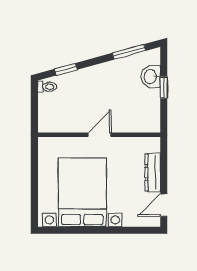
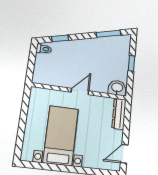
washbasin: (151, 77) -> (117, 88), moved, turned 90
dresser: (153, 172) -> (119, 114), moved
bed with nightstands: (82, 192) -> (61, 136), width x0.73

